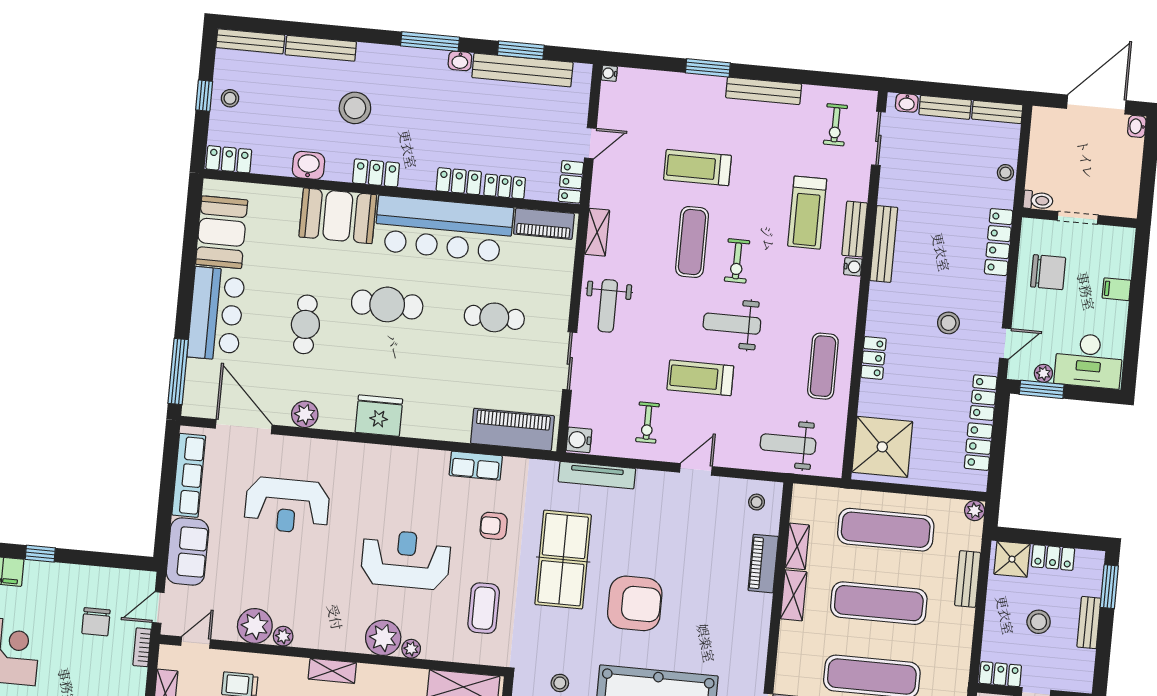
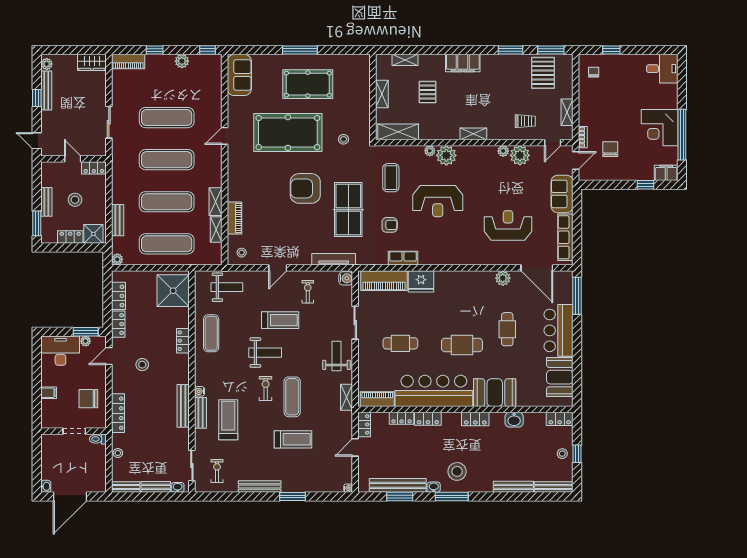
stool: (355, 108) -> (457, 471), moved
fridge: (379, 416) -> (421, 281), moved

